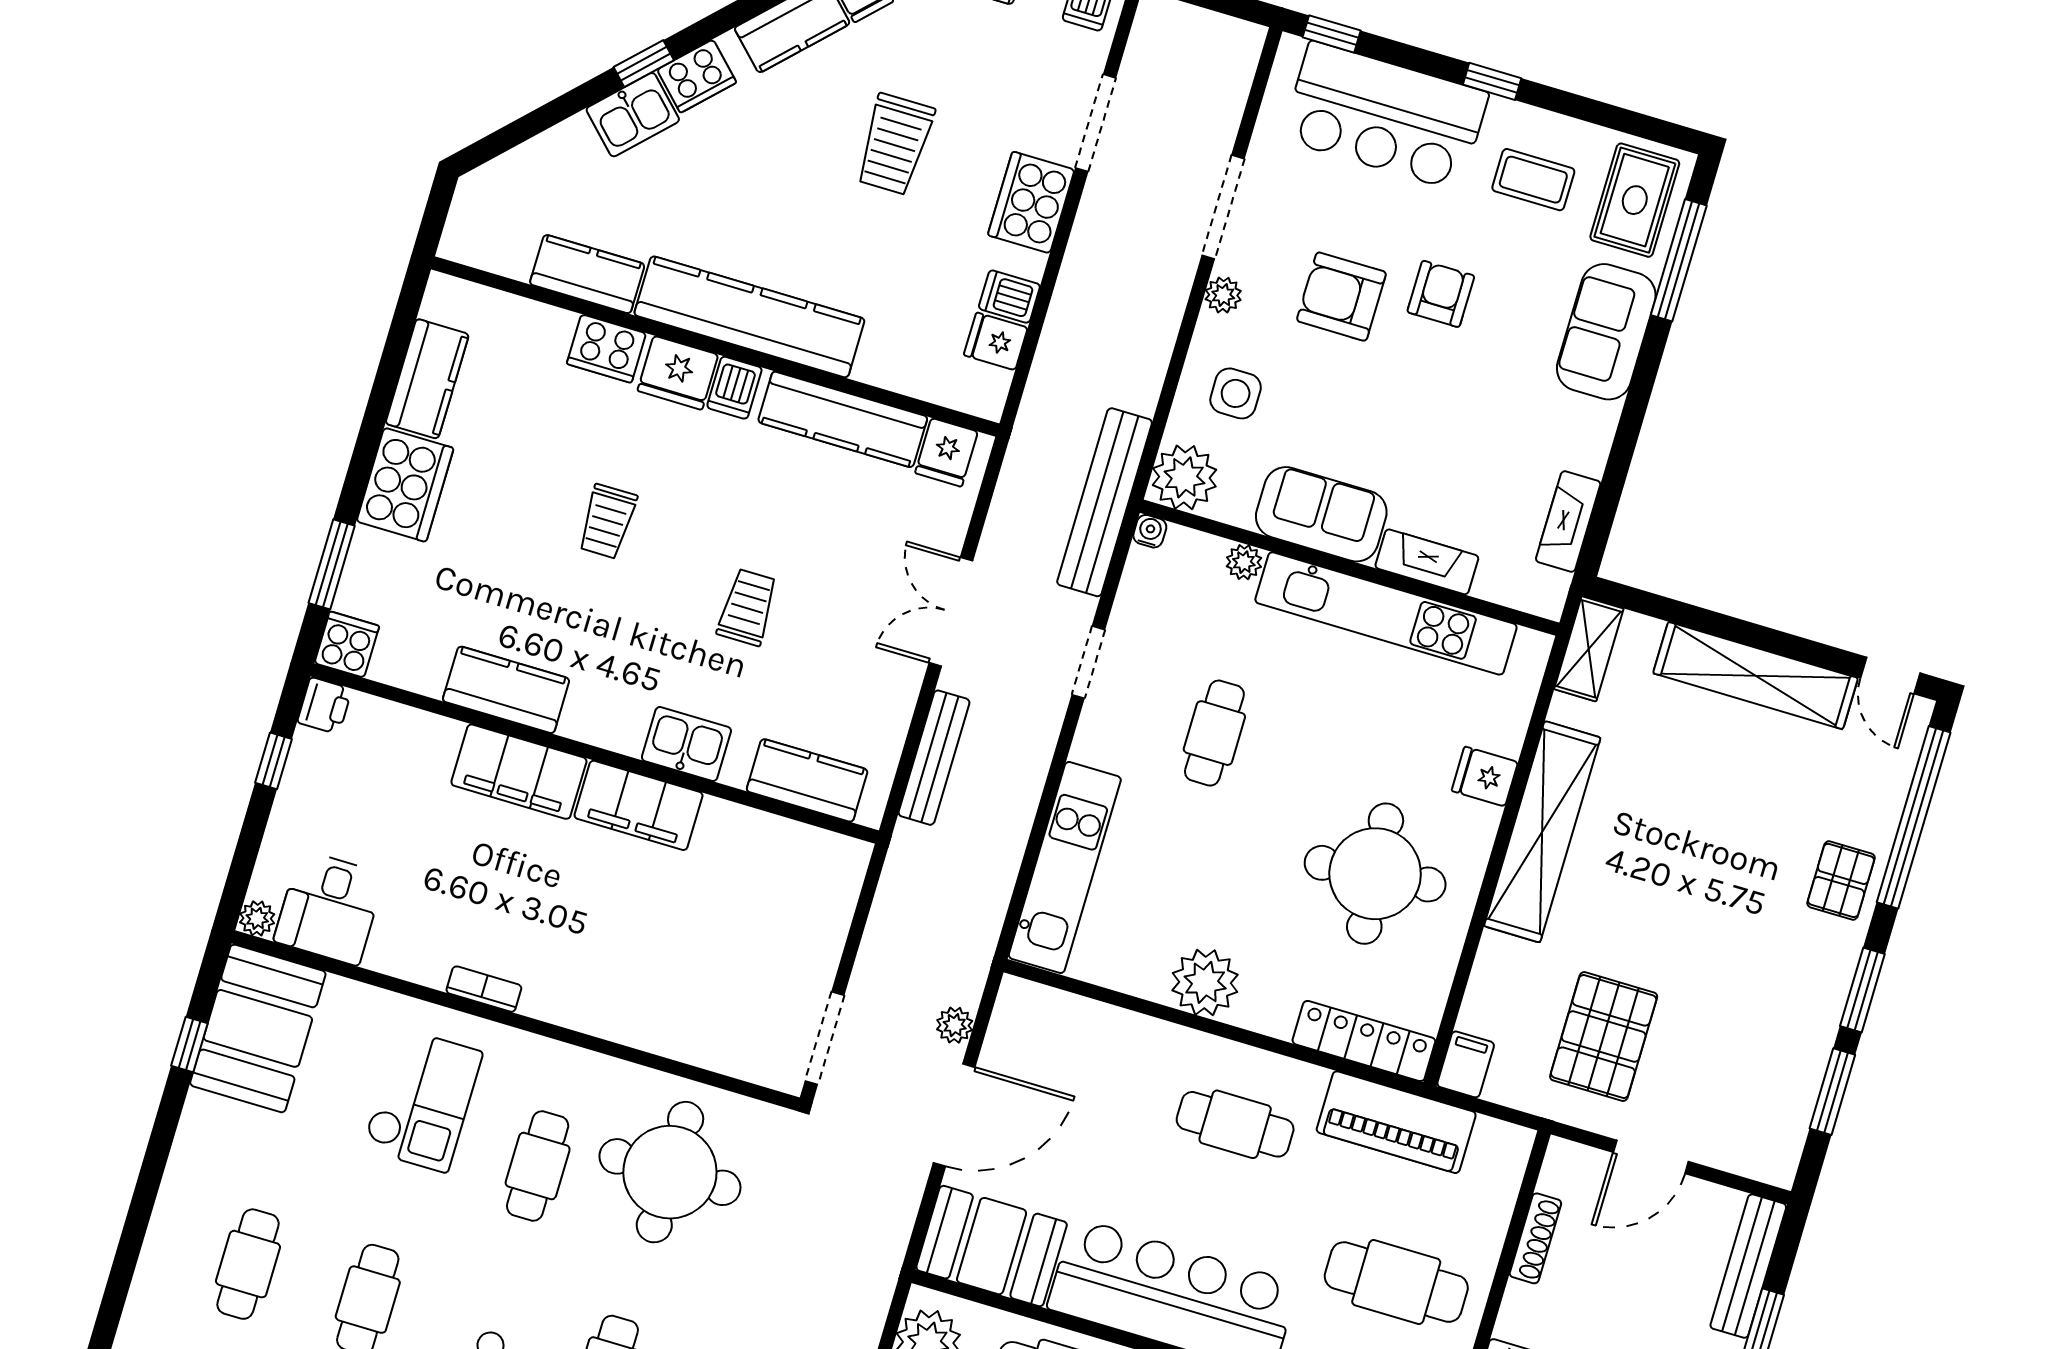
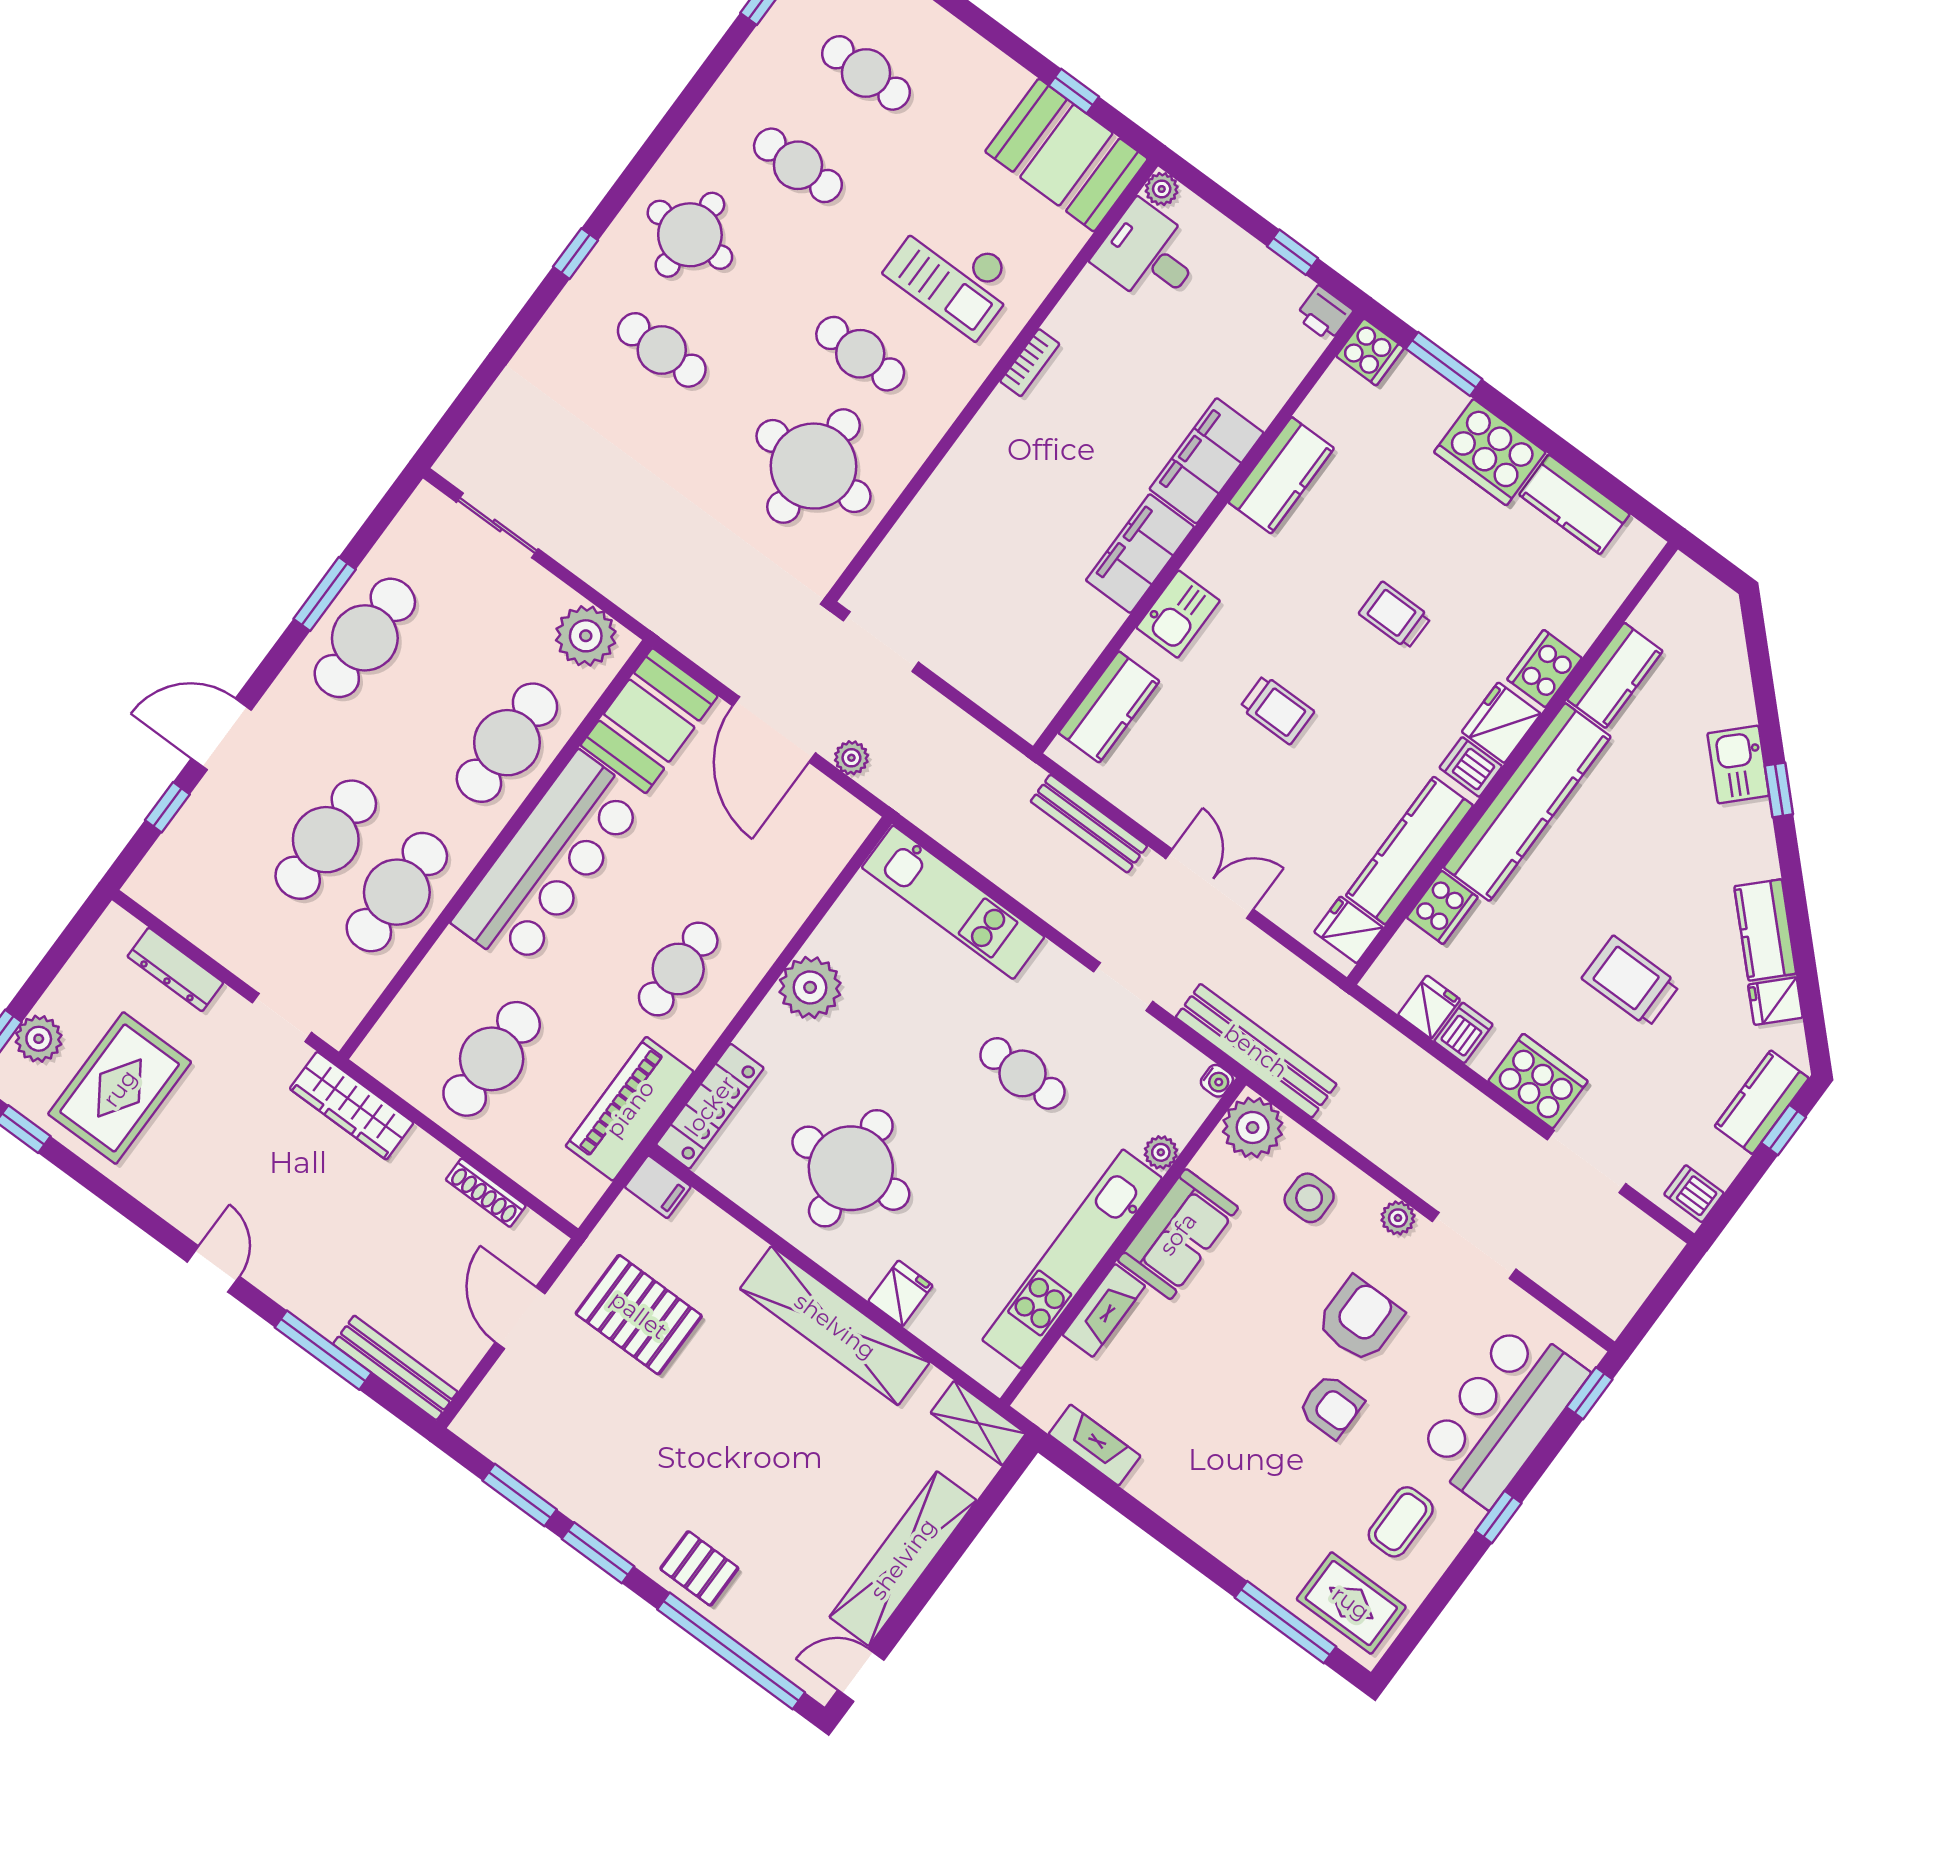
cooker: (697, 76) -> (1442, 907), moved, turned -135
sofa: (1606, 332) -> (1246, 1537), removed

